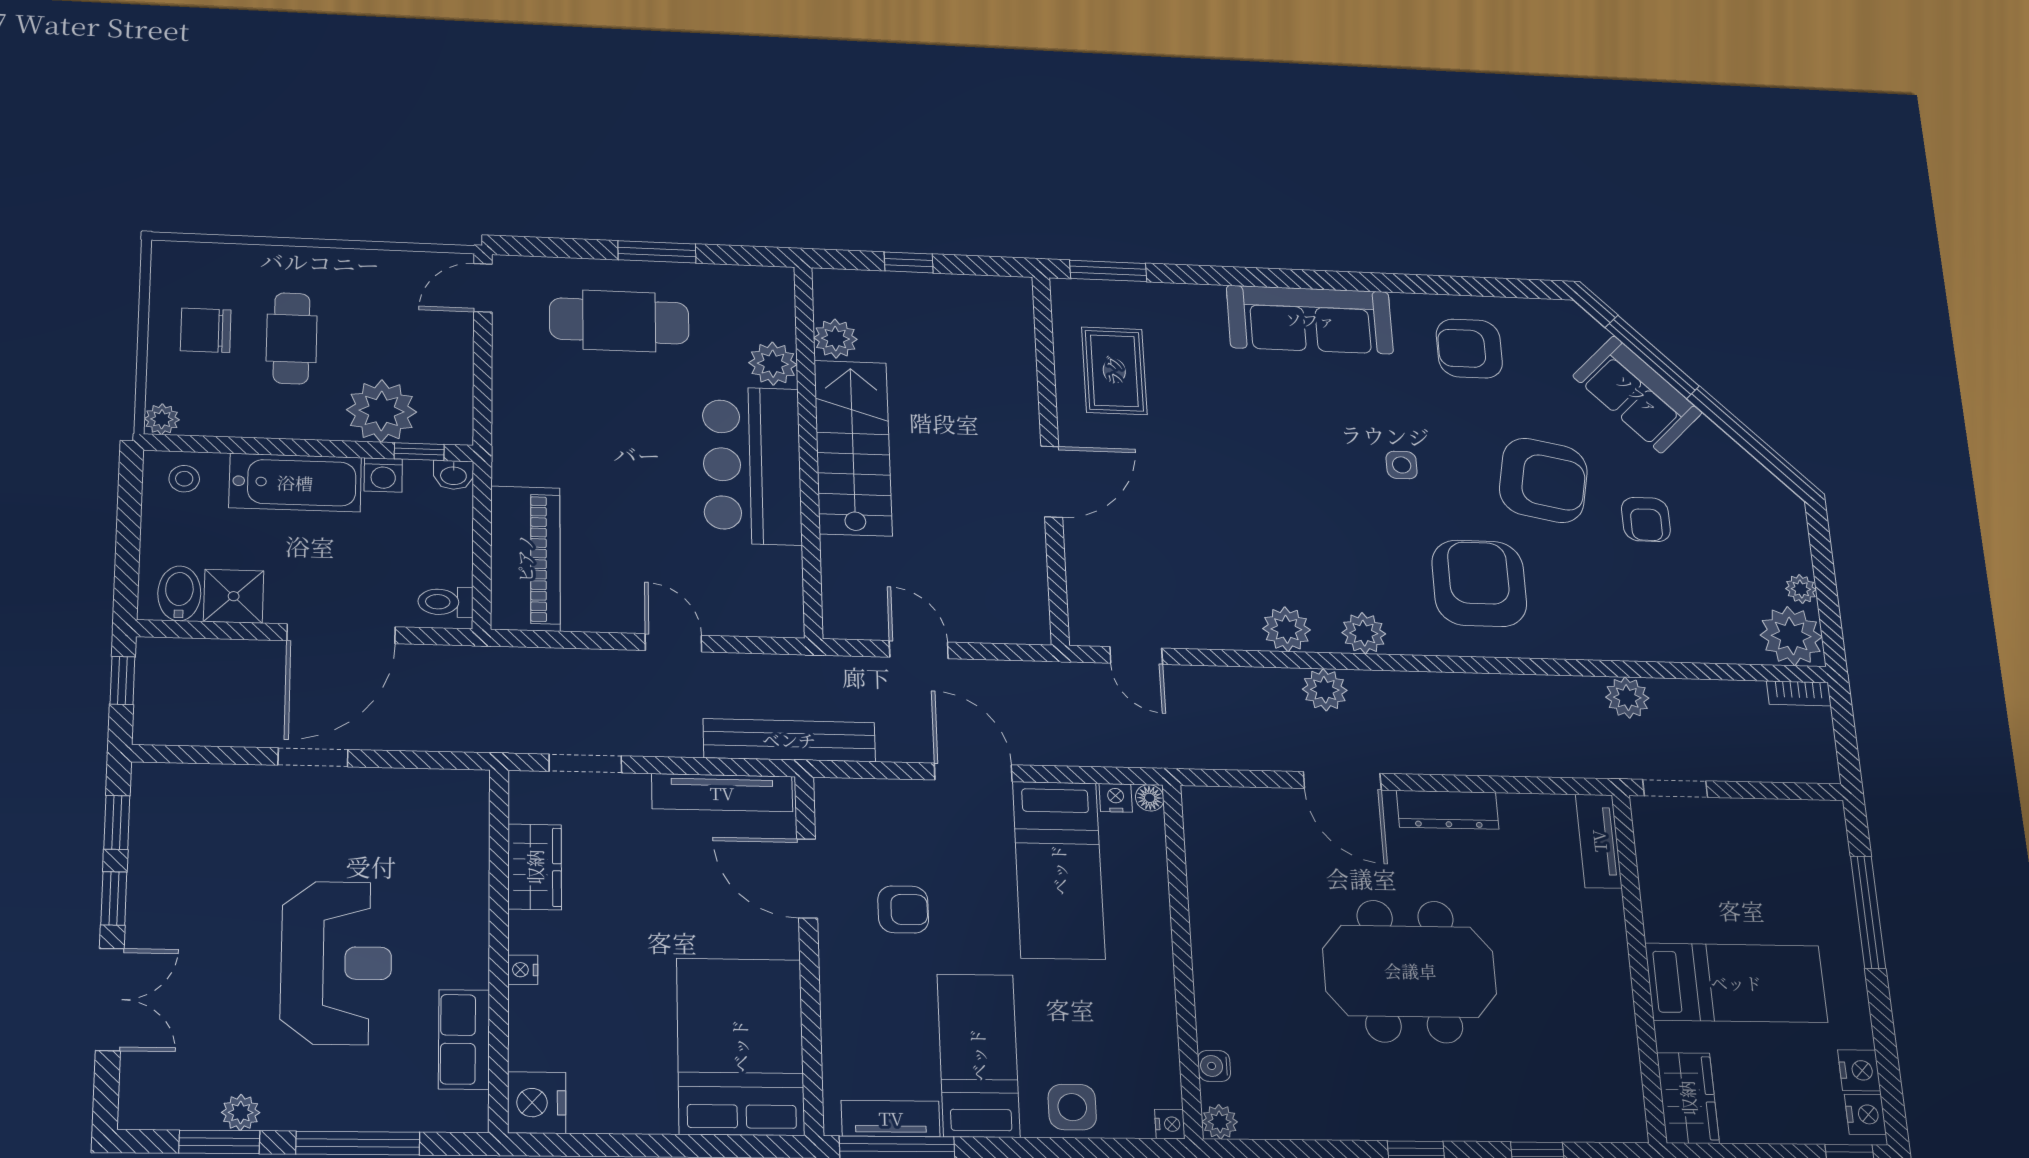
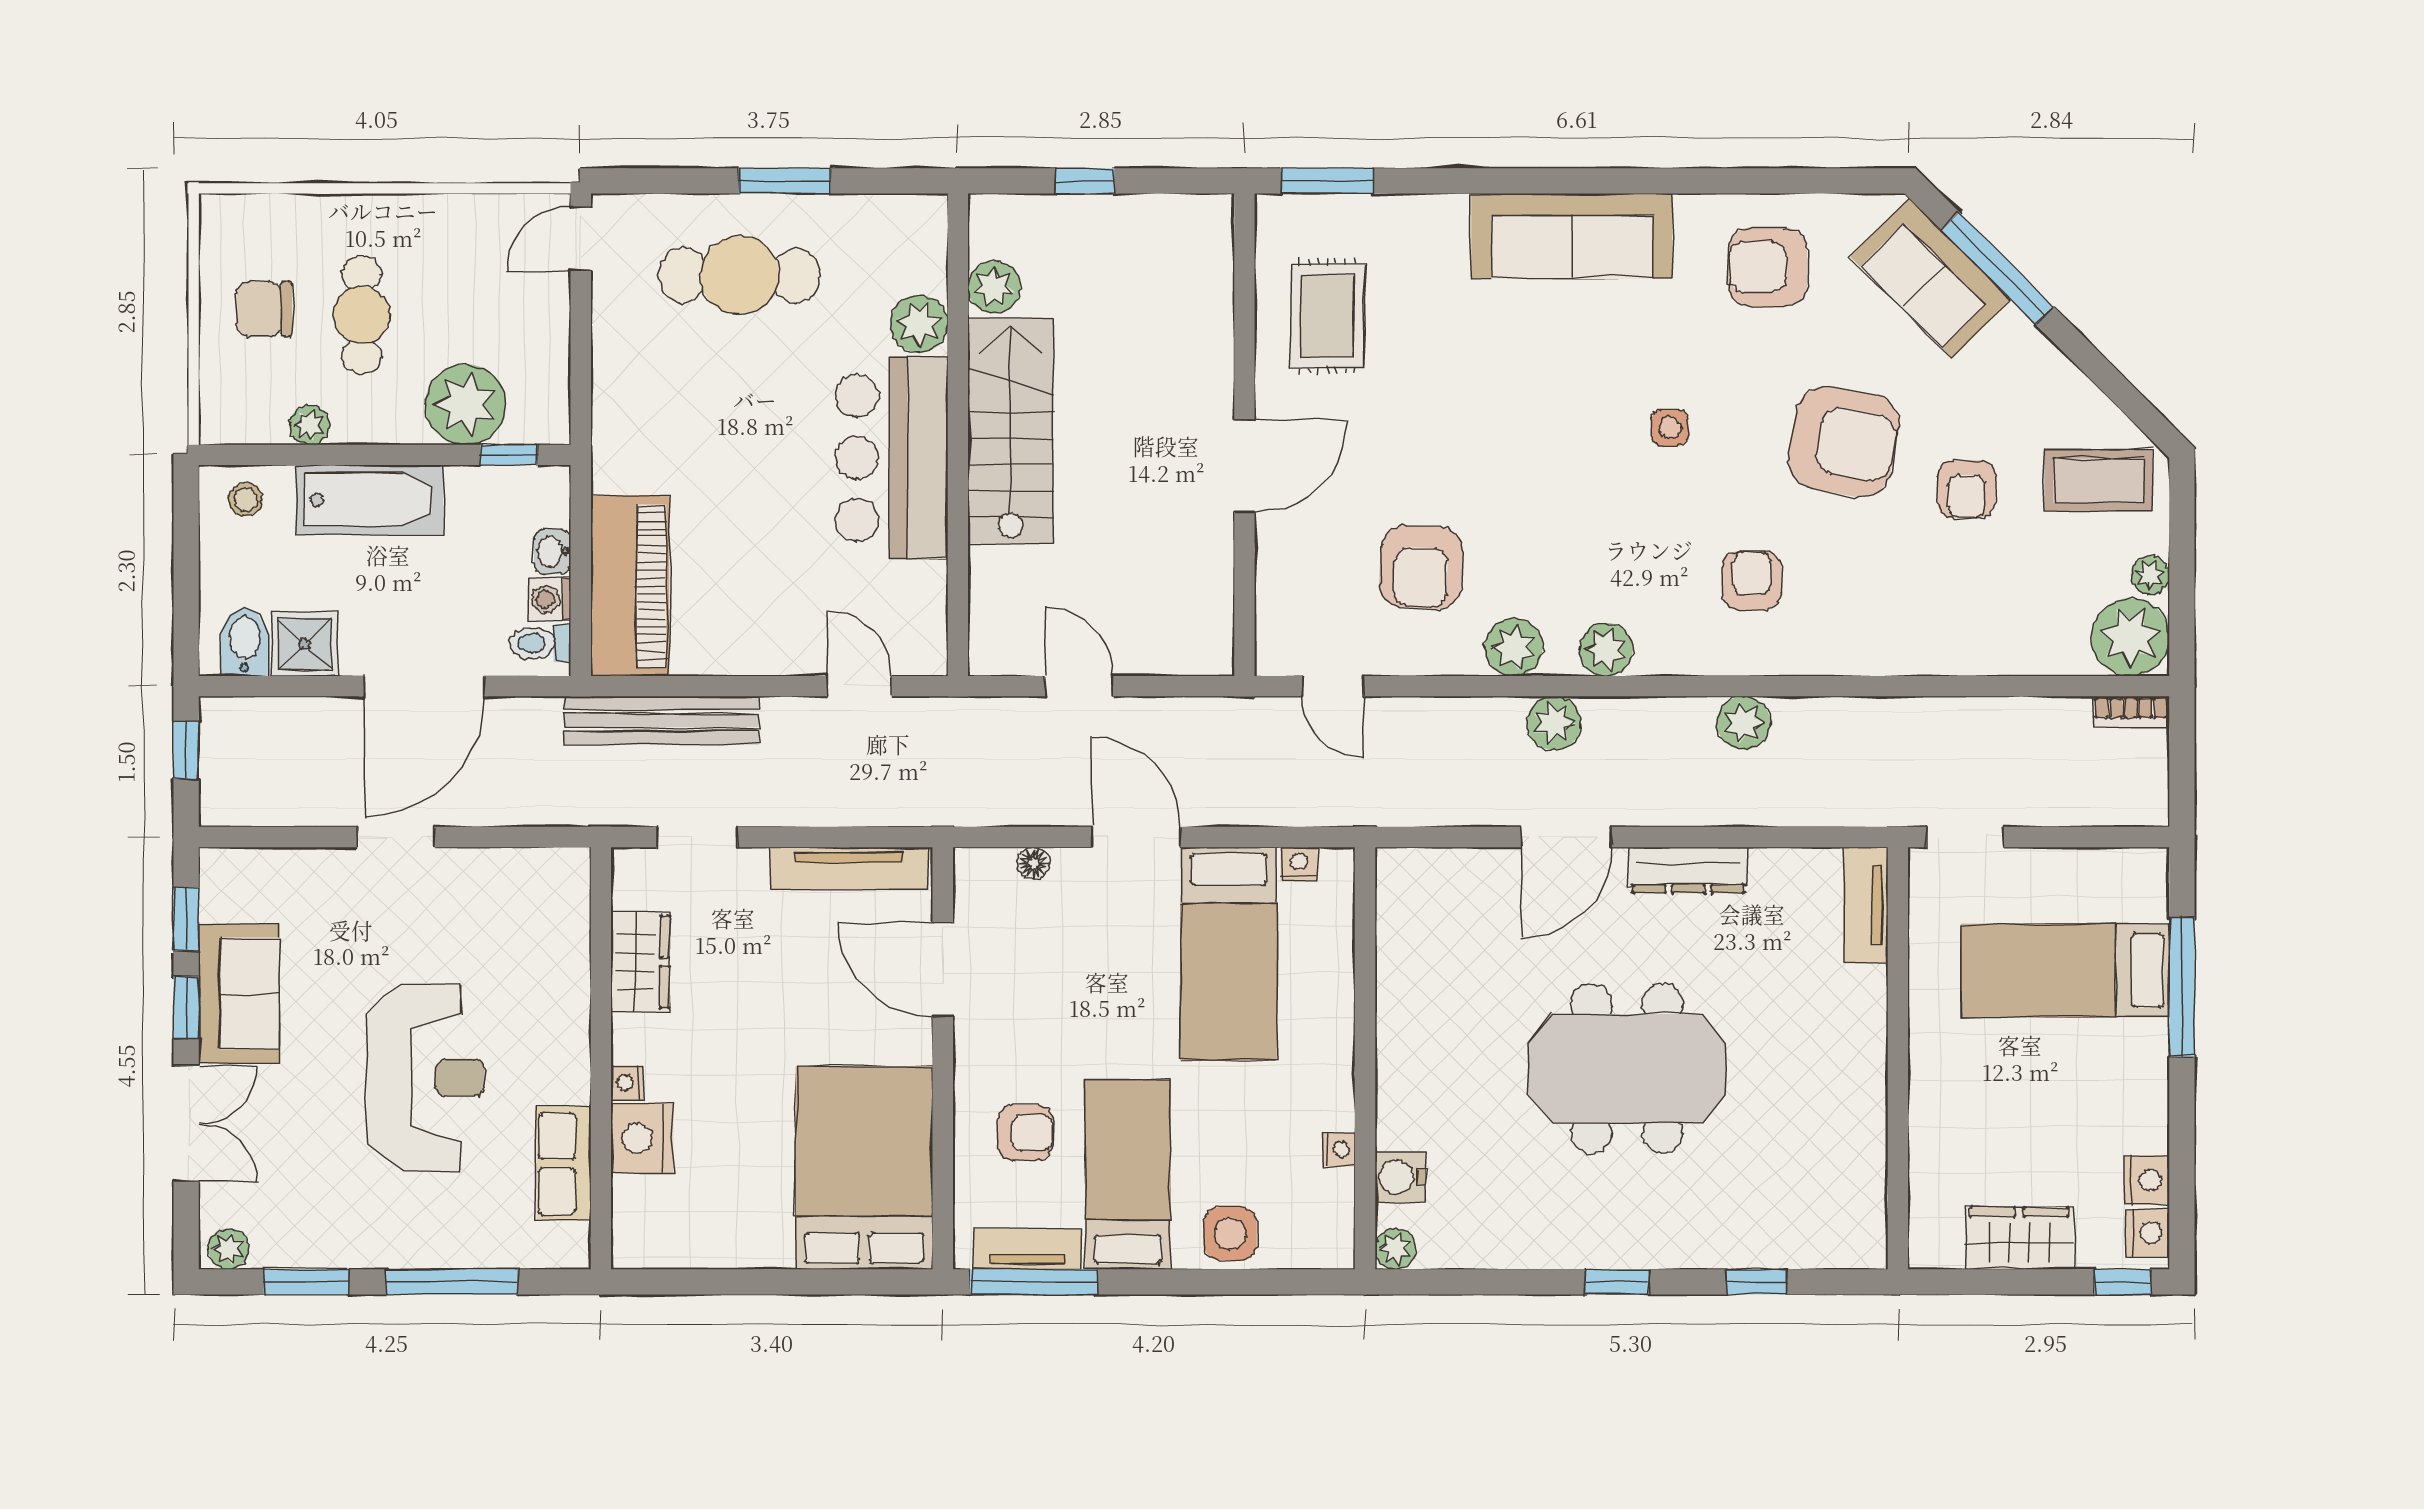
sofa: (1637, 394) -> (1931, 278), moved
plant: (162, 419) -> (309, 425), moved
washing machine: (383, 475) -> (549, 599), moved, turned 90
washbasin: (453, 475) -> (552, 551), moved, turned 90
coffee table: (1751, 516) -> (2098, 480), added
armchair: (1204, 565) -> (1421, 567), added
armchair: (1479, 583) -> (1752, 580), width x0.53, depth x0.53
door: (673, 643) -> (859, 686), moved
plant: (1627, 698) -> (1744, 723), moved
bench: (789, 740) -> (661, 720), moved
door: (1342, 781) -> (1566, 837), hinge flipped
floor lamp: (1150, 798) -> (1033, 863), moved
sofa: (164, 887) -> (239, 993), added
armchair: (903, 909) -> (1025, 1133), moved
bed: (1736, 983) -> (2065, 971), moved, turned 180
water cooler: (1214, 1066) -> (1400, 1177), width x1.38, depth x1.38
wardrobe: (1688, 1098) -> (2019, 1238), moved, turned -90
nightstand: (537, 1103) -> (642, 1138), moved
plant: (241, 1112) -> (229, 1249), moved
nightstand: (1170, 1124) -> (1339, 1149), moved

